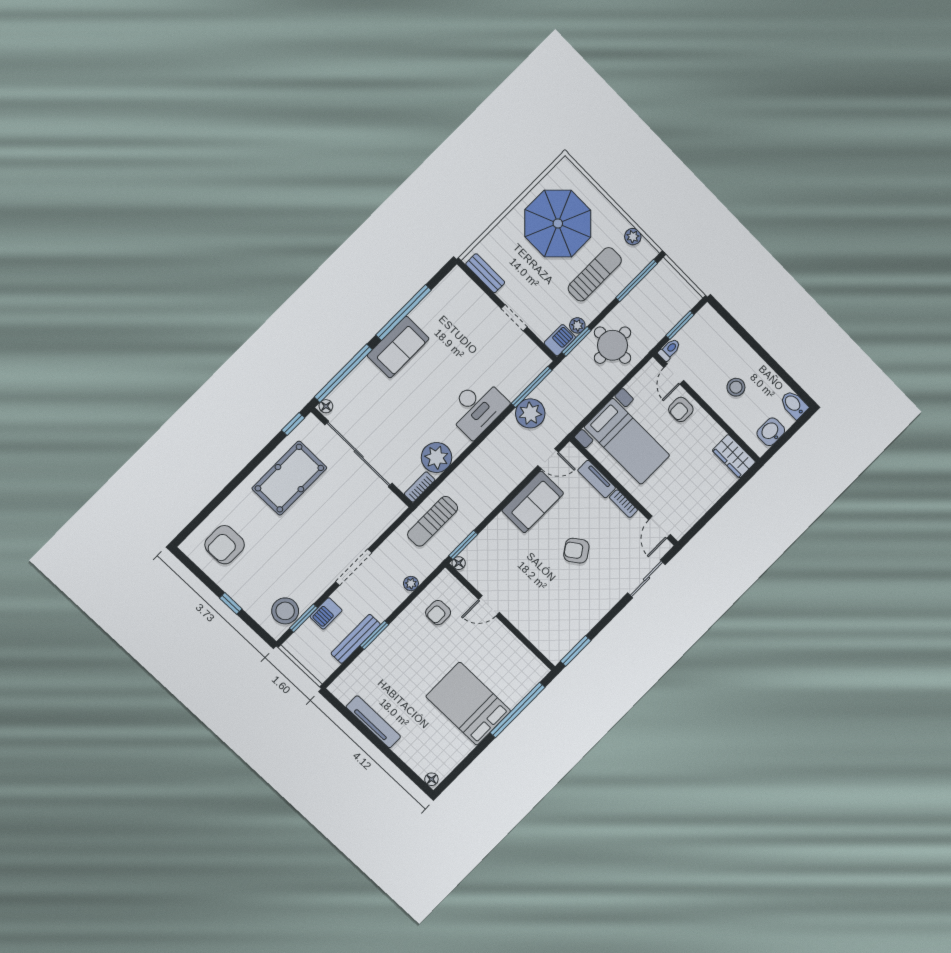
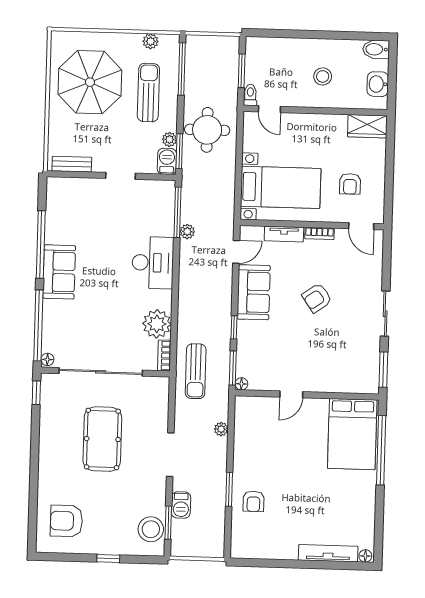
armchair: (681, 409) -> (350, 184), moved
plant: (530, 413) -> (187, 232), width x0.53, depth x0.53
pool table: (289, 478) -> (102, 439), moved
window: (493, 515) -> (234, 327), added
armchair: (225, 545) -> (66, 521), turned 90
sliding door: (646, 579) -> (385, 314), moved
armchair: (438, 613) -> (254, 501), moved
bench: (356, 639) -> (218, 504), removed
bed: (468, 704) -> (352, 434), moved, turned -90
tv unit: (373, 722) -> (328, 553), moved

